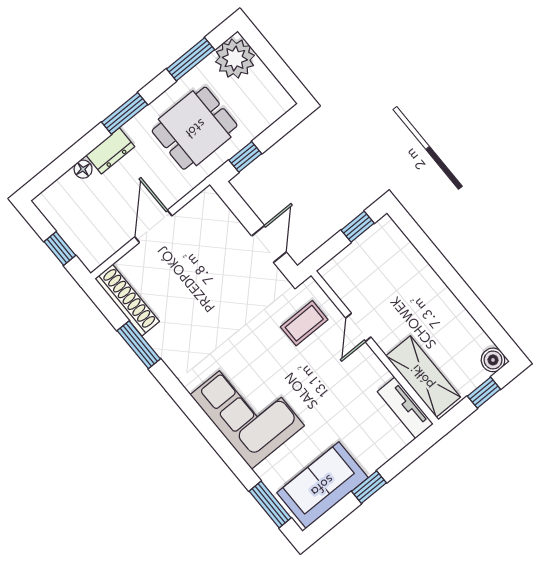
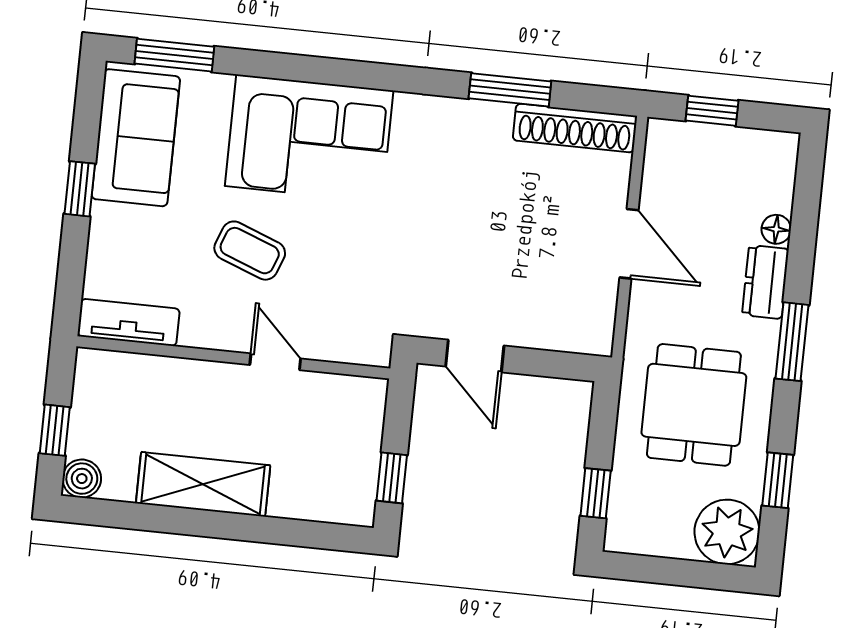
window: (191, 59) -> (778, 480), width x0.67
window: (245, 157) -> (596, 493), moved
coffee table: (304, 323) -> (250, 251), moved, turned -69
shelving: (423, 376) -> (203, 484), moved

